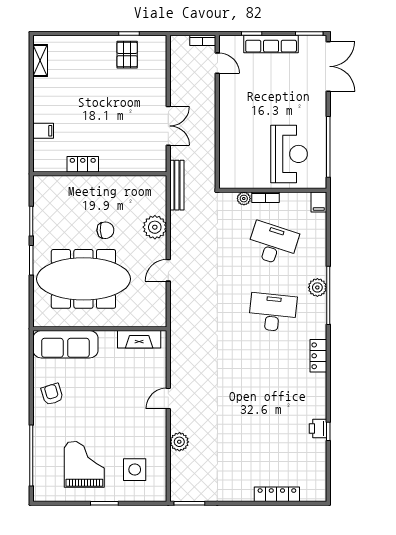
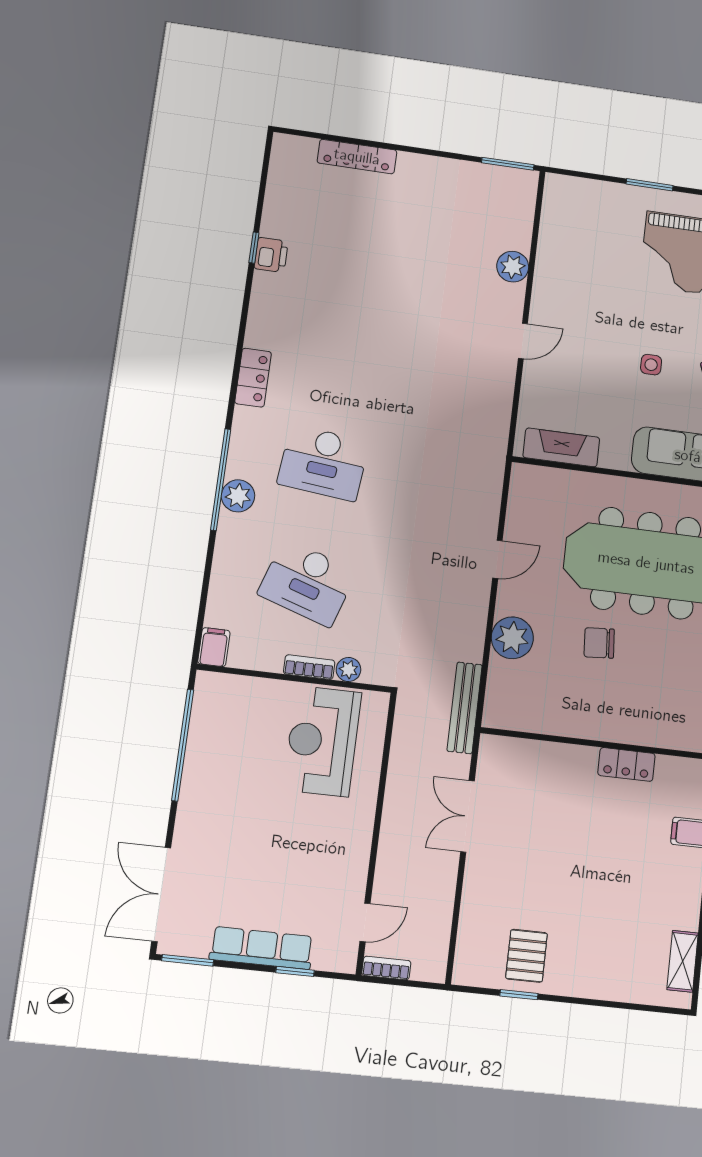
door: (217, 63) -> (365, 922), swing flipped
reception desk: (289, 154) -> (322, 741), moved
side table: (135, 470) -> (651, 365), moved, width x0.54, depth x0.54

